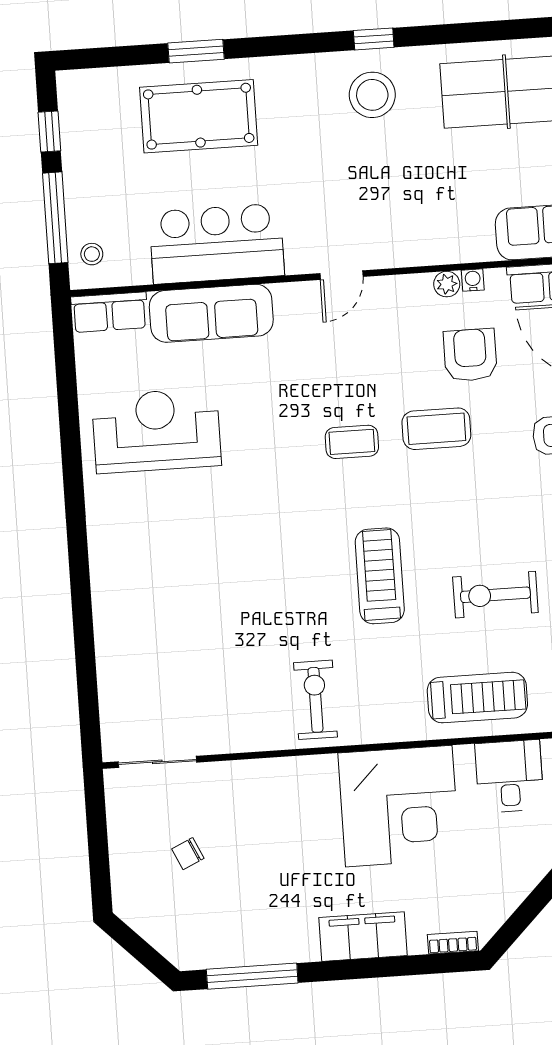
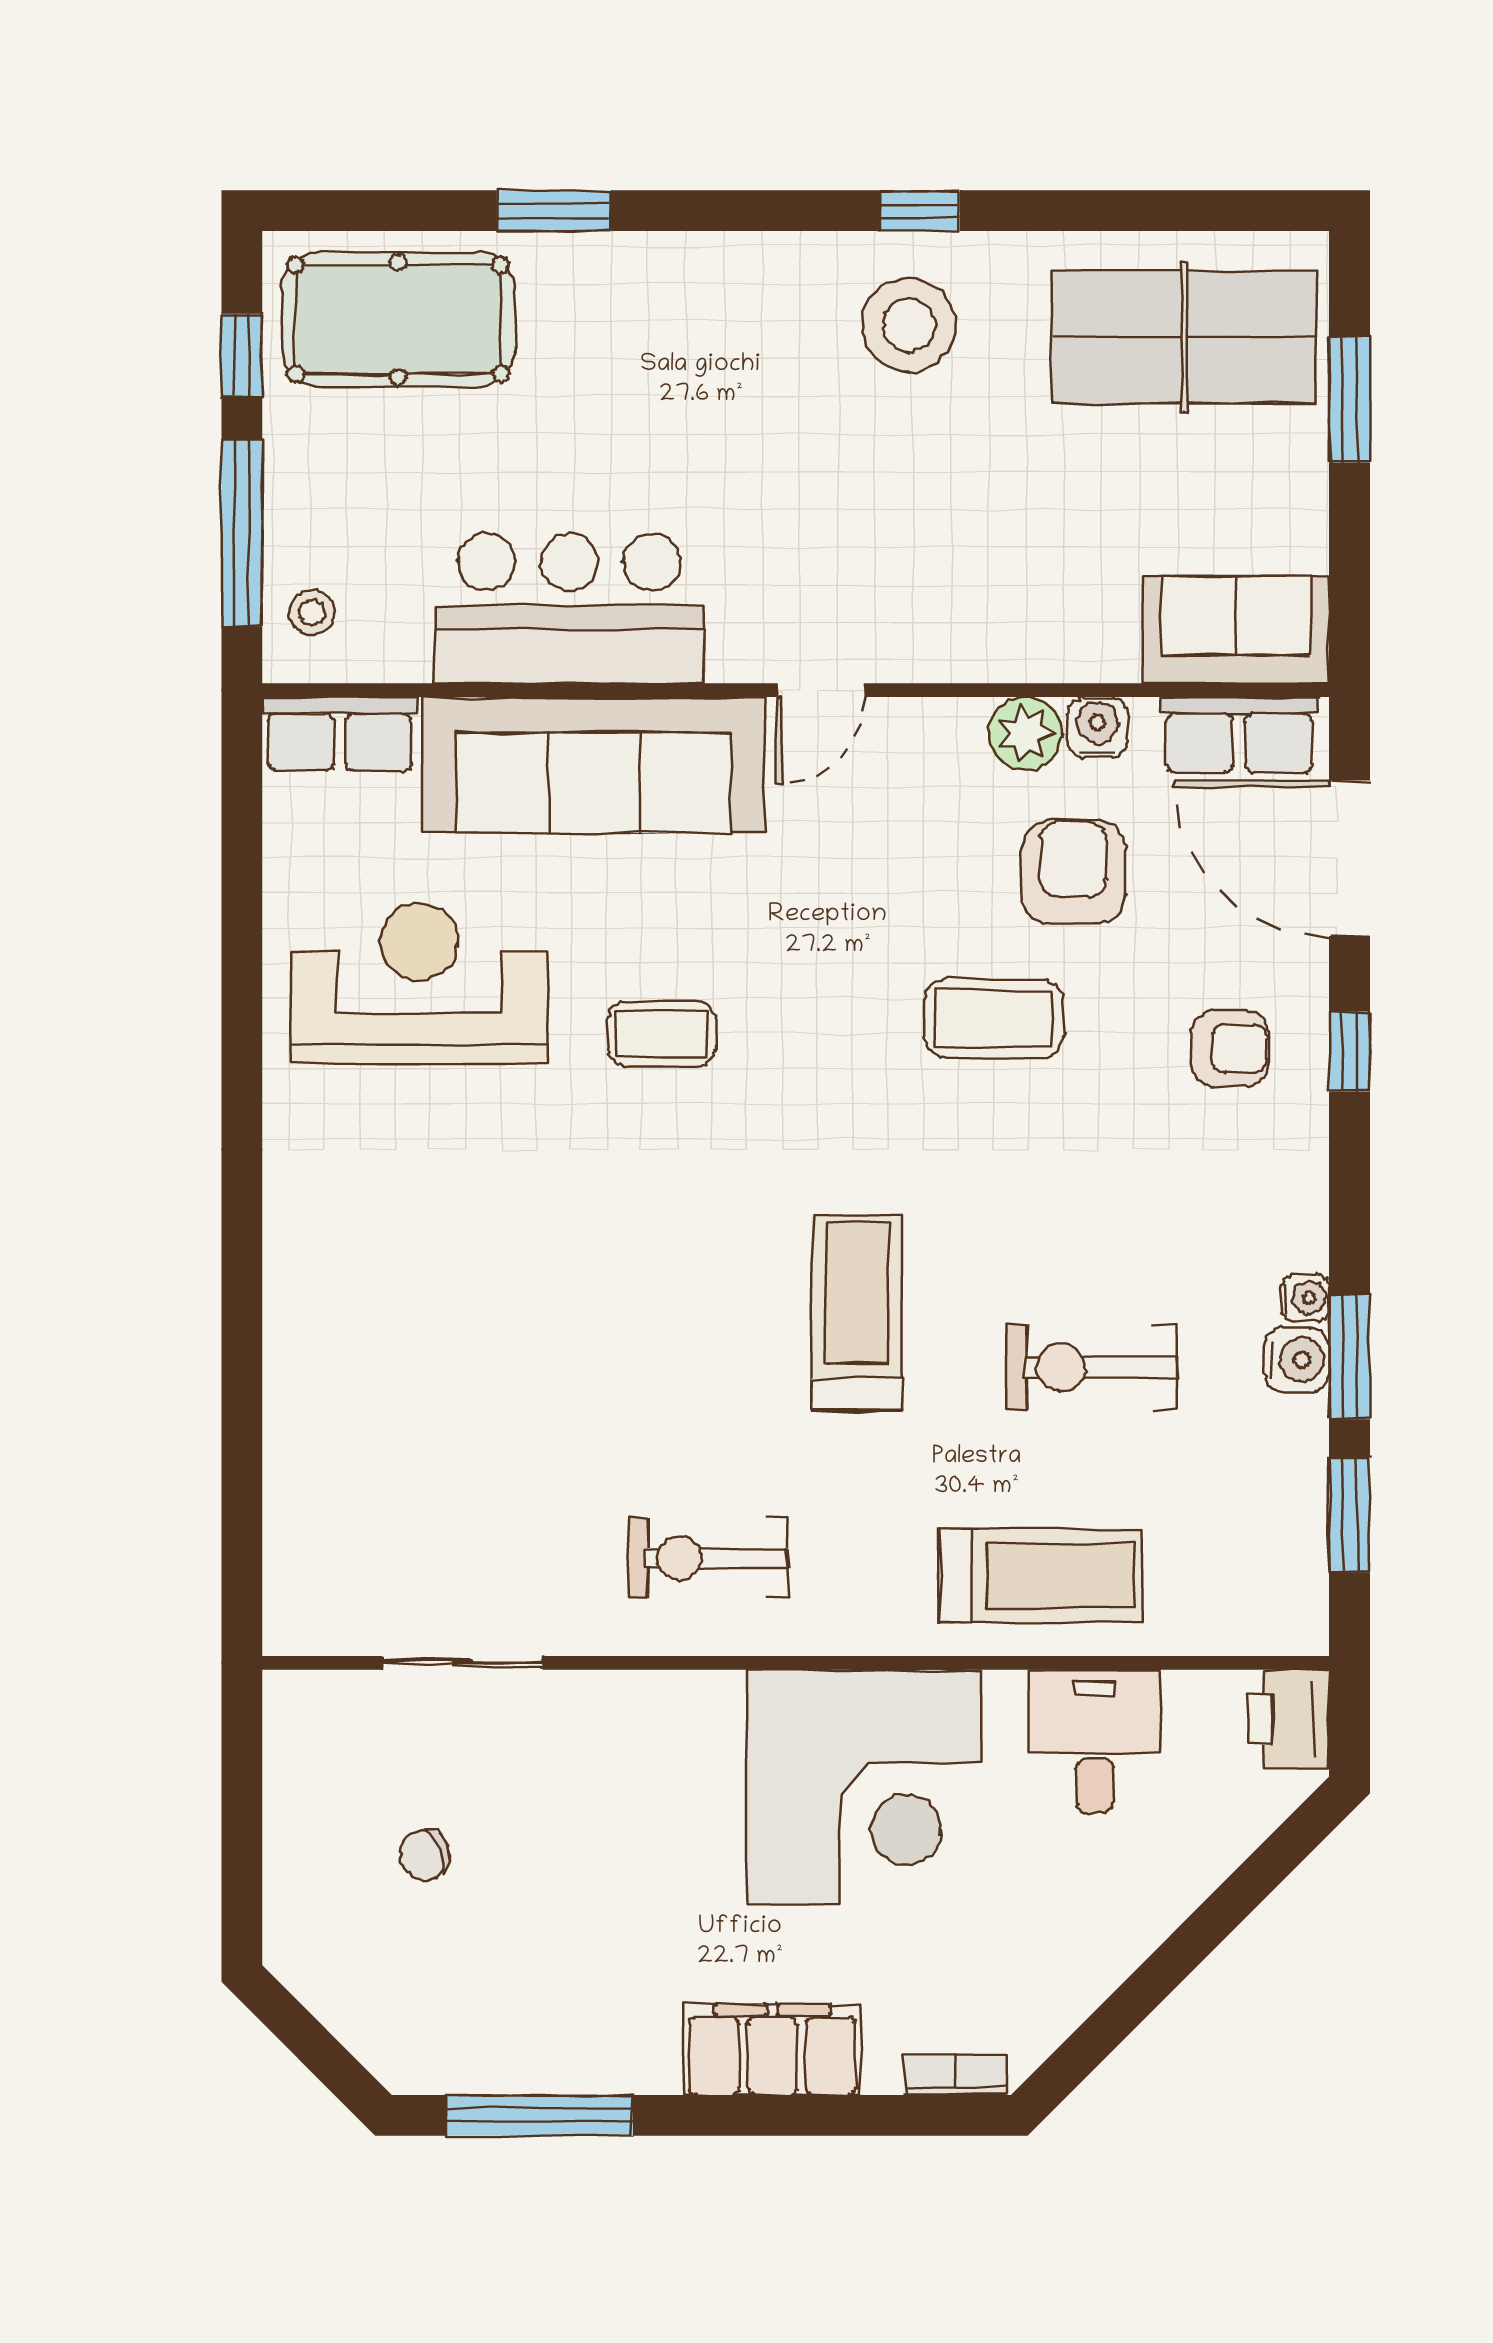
pool table: (199, 116) -> (398, 319), moved
water cooler: (473, 280) -> (1097, 727), width x1.38, depth x1.38
plant: (447, 284) -> (1025, 734), width x1.38, depth x1.38
sofa: (211, 313) -> (594, 765), width x1.36, depth x1.27
coffee table: (352, 442) -> (662, 1034), moved
exercise bike: (315, 700) -> (708, 1558), turned -90
sliding door: (157, 762) -> (462, 1663), moved

